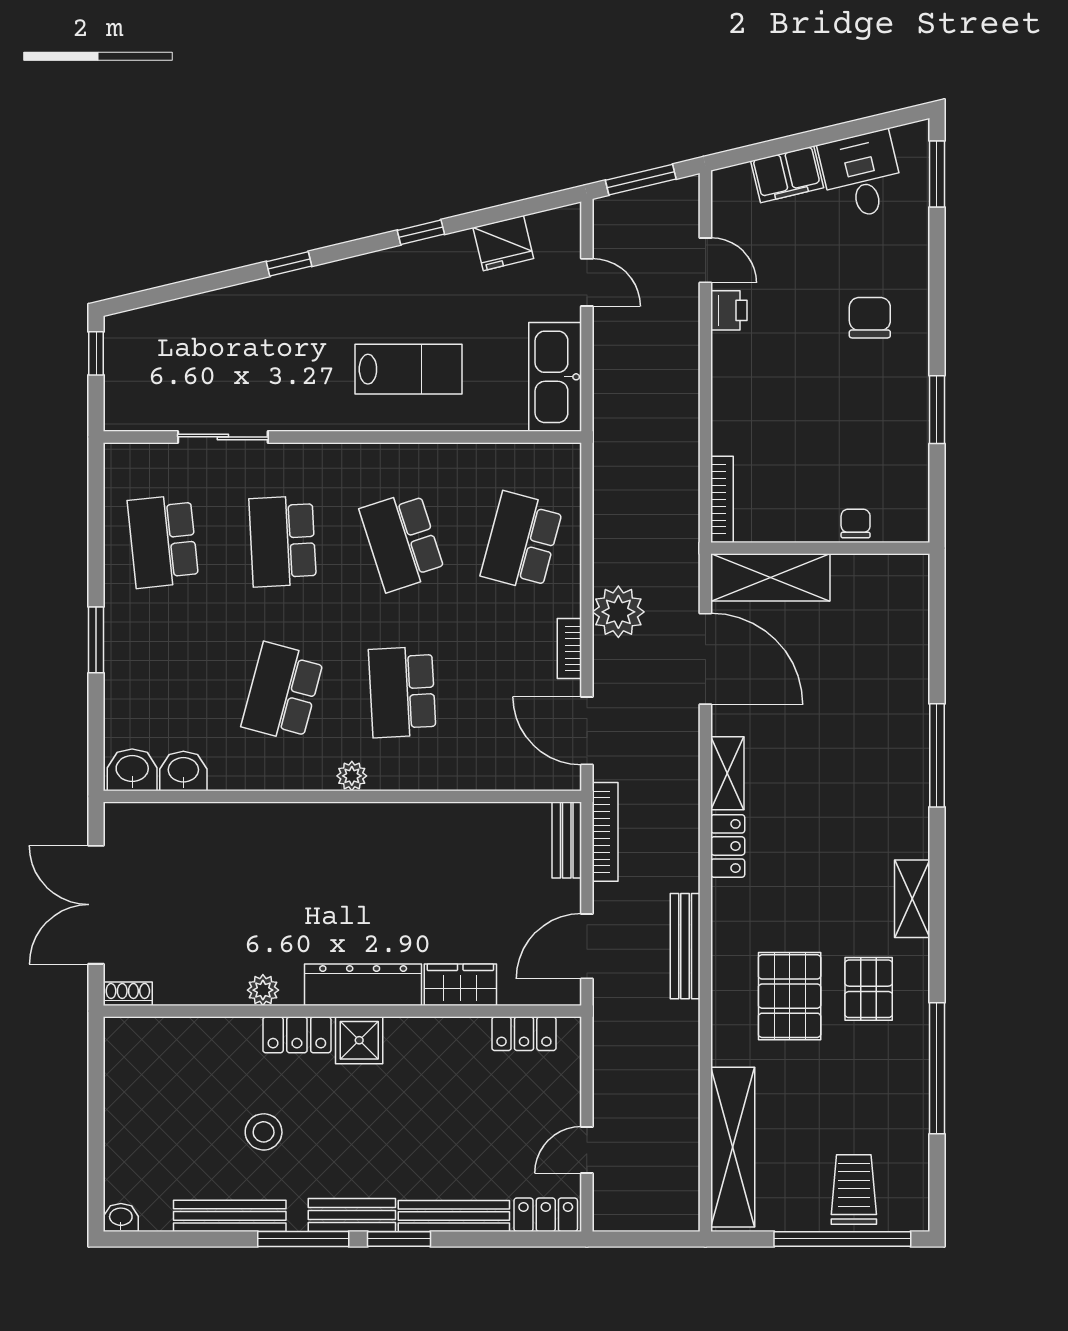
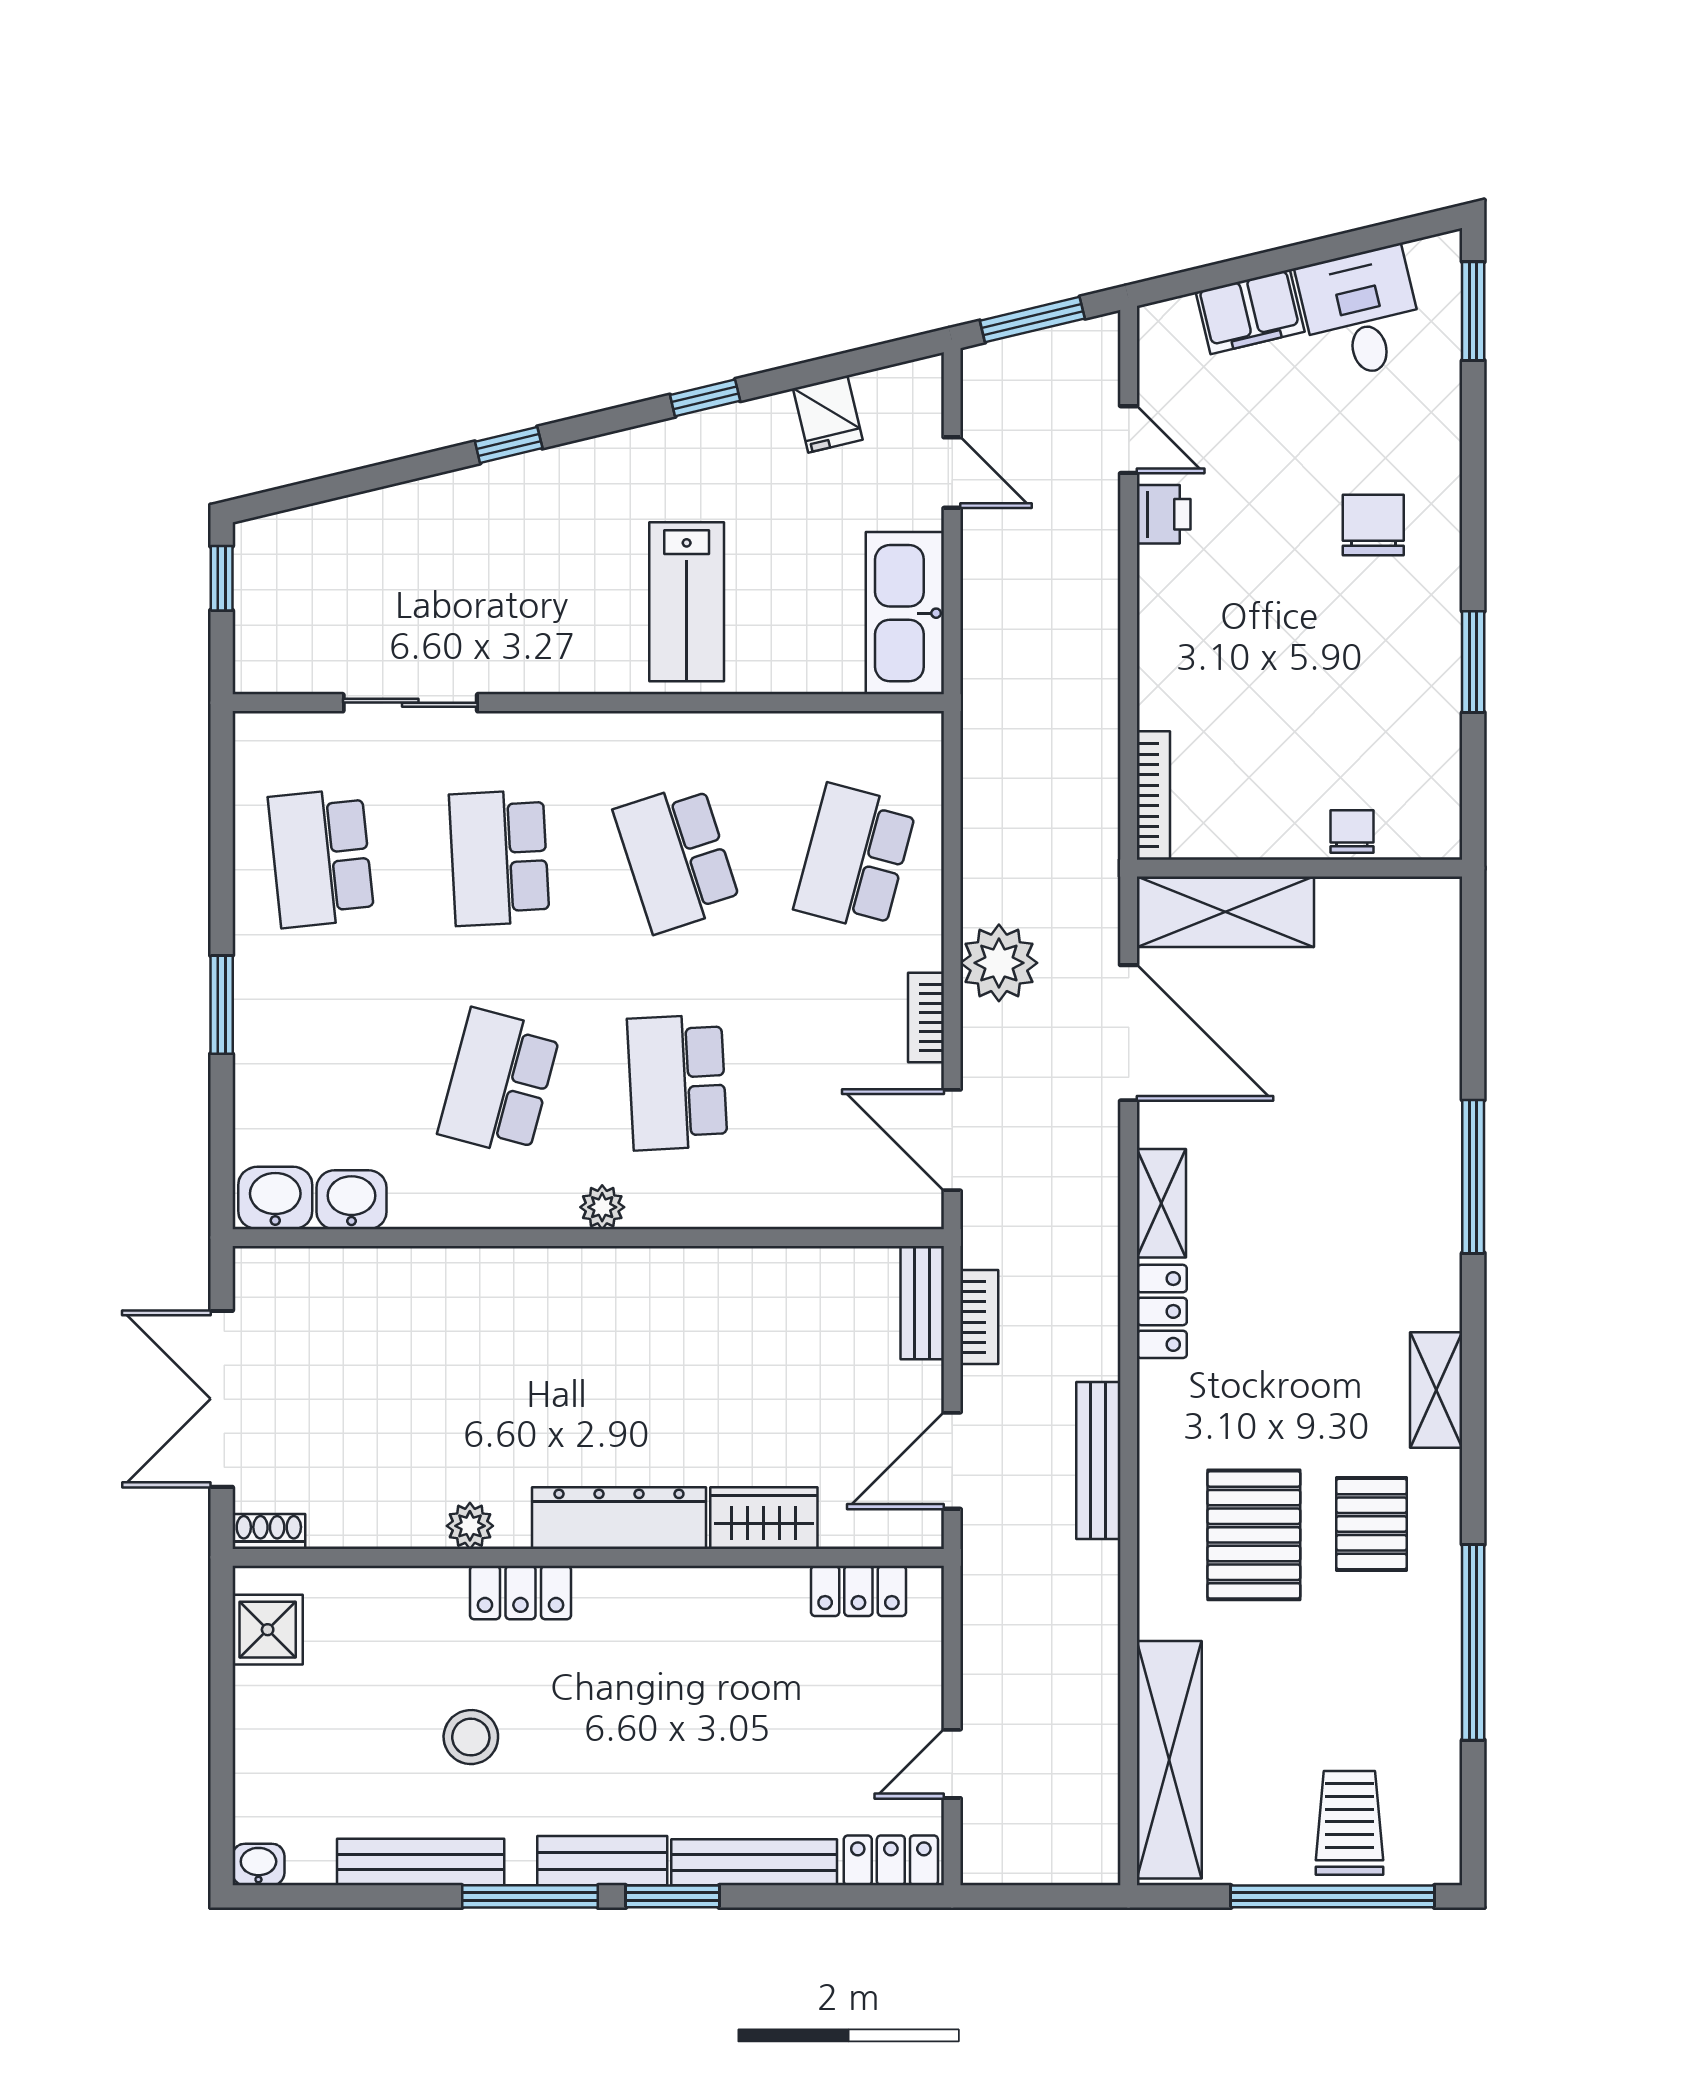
fridge: (503, 243) -> (828, 414), width x0.72
lab bench: (408, 369) -> (687, 602), turned 90
bookcase: (605, 832) -> (979, 1317), width x0.64
shower: (359, 1040) -> (268, 1630), moved

